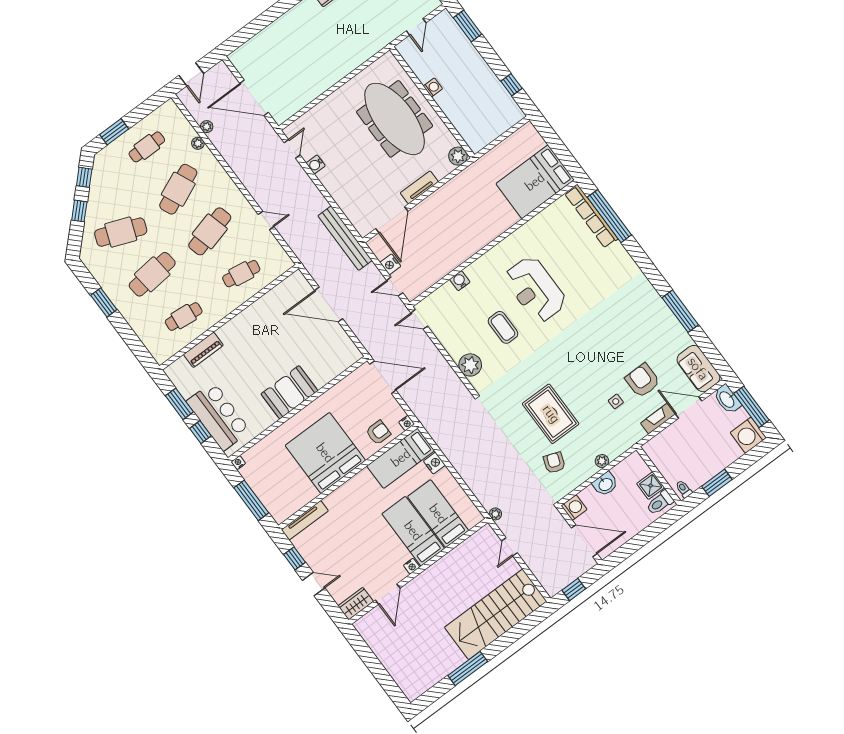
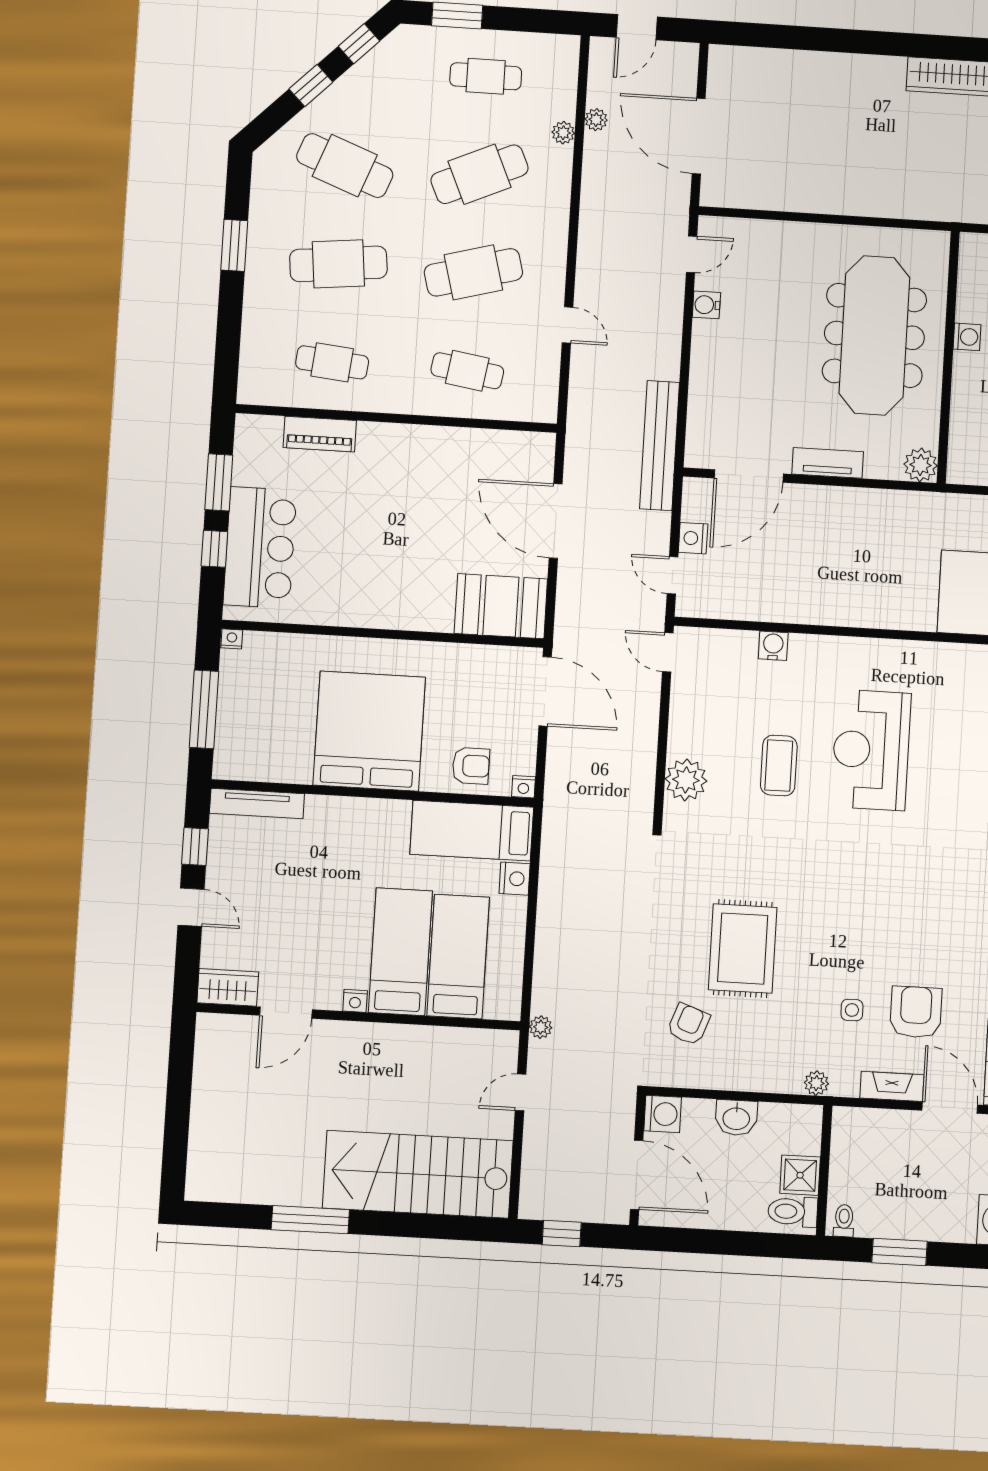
booth: (289, 392) -> (501, 606), moved
plant: (602, 461) -> (816, 1083), moved

